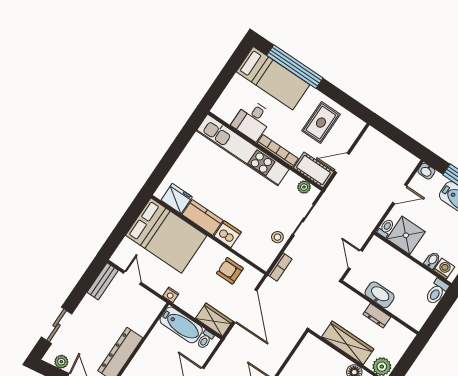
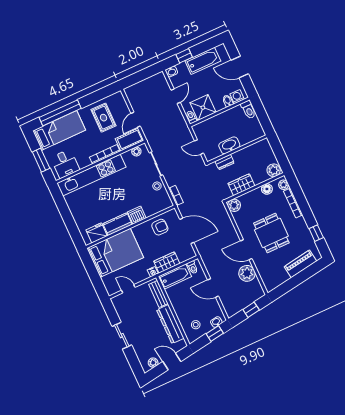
window: (224, 78) -> (41, 160), added
desk: (252, 120) -> (65, 164), moved
armchair: (230, 271) -> (160, 227), turned 180
bench: (103, 281) -> (158, 294), moved
dresser: (377, 316) -> (225, 162), moved
wardrobe: (214, 320) -> (167, 262), moved
sliding door: (57, 325) -> (122, 336), moved
wardrobe: (348, 343) -> (241, 185), width x0.67
plant: (311, 344) -> (234, 205), added

